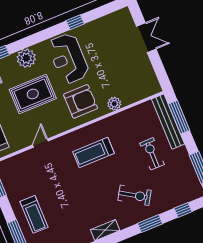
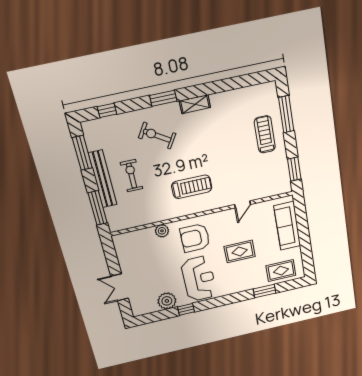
plant: (26, 58) -> (167, 301), moved
rug: (33, 94) -> (240, 251), width x0.73, depth x0.70
bench: (168, 122) -> (103, 179), moved
exercise bike: (152, 154) -> (132, 176), turned 180
window: (150, 224) -> (163, 98), moved

